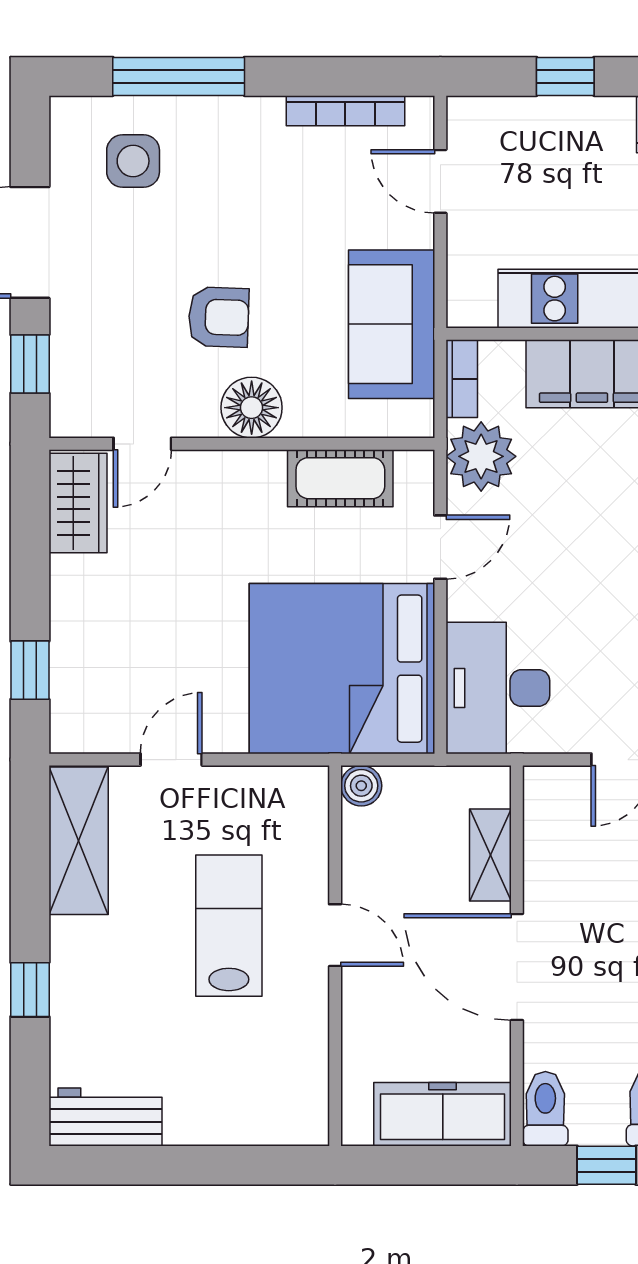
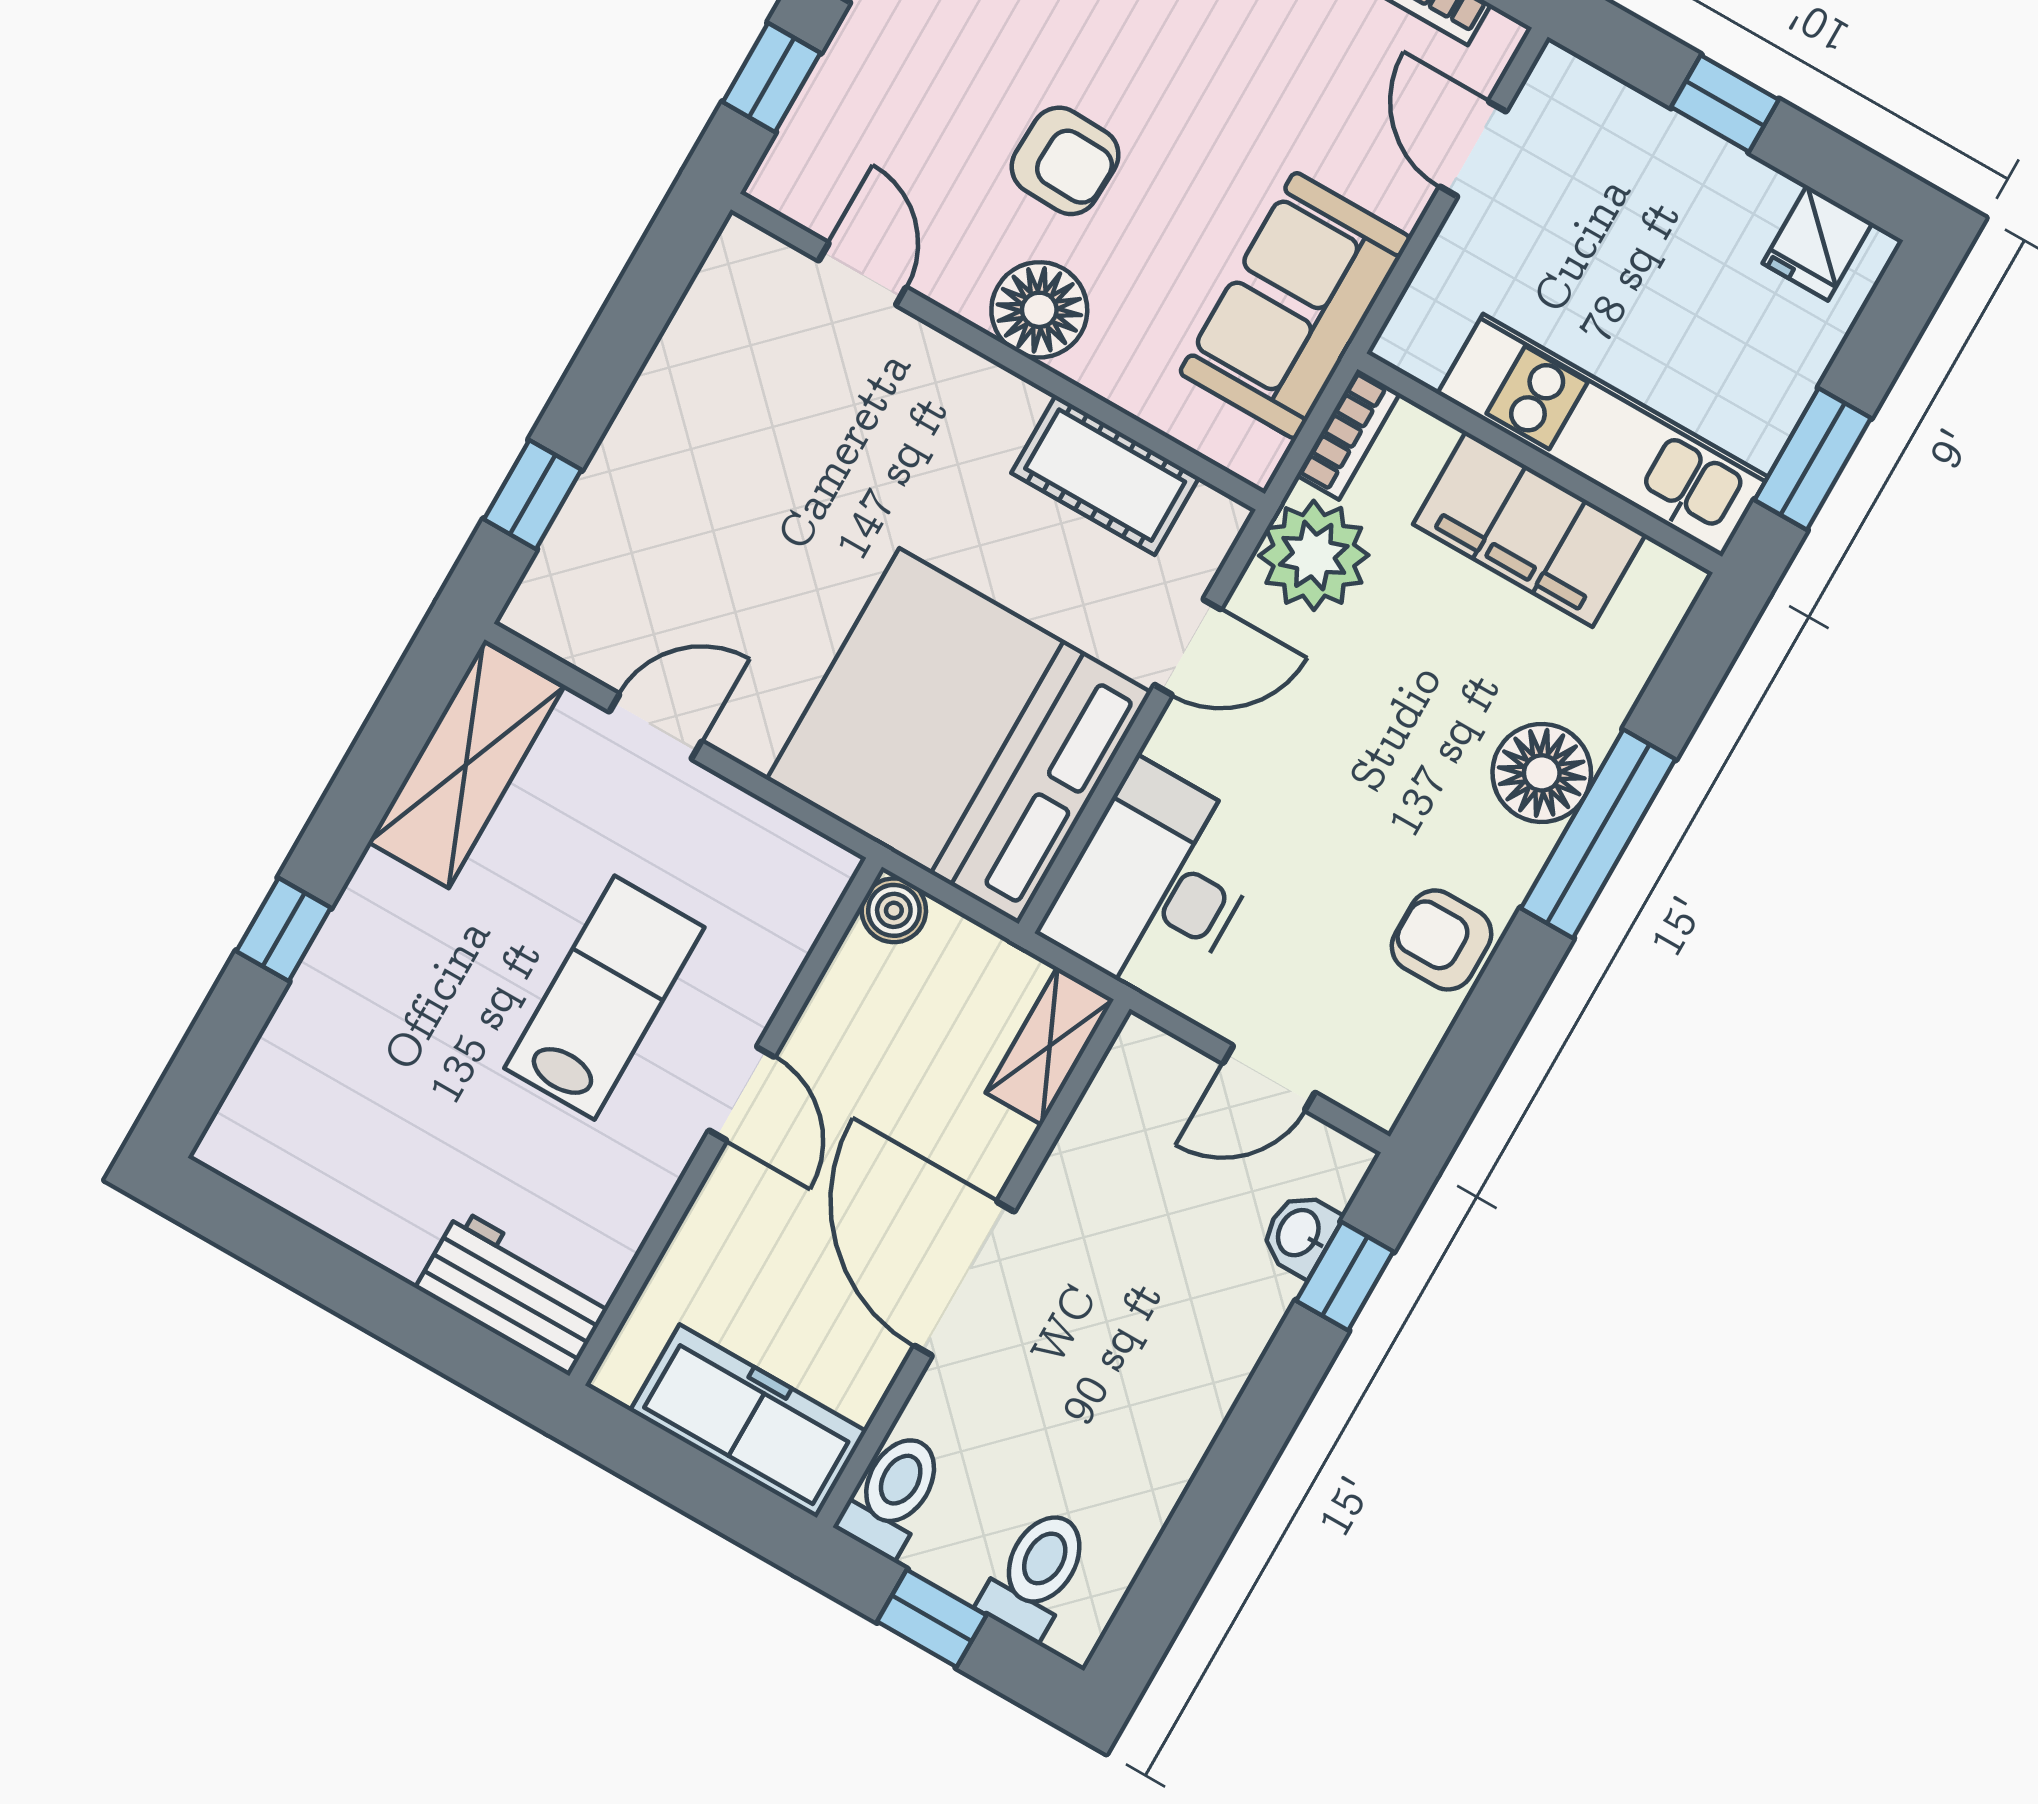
door: (142, 444) -> (862, 274), swing flipped
wardrobe: (78, 503) -> (729, 304), removed
shelving: (490, 855) -> (1050, 1046), moved
workbench: (105, 1117) -> (514, 1292), moved

